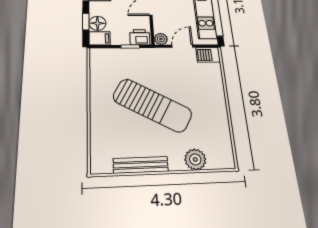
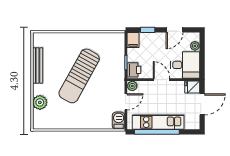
floor lamp: (98, 23) -> (146, 39), removed
door: (182, 46) -> (126, 102), hinge flipped

